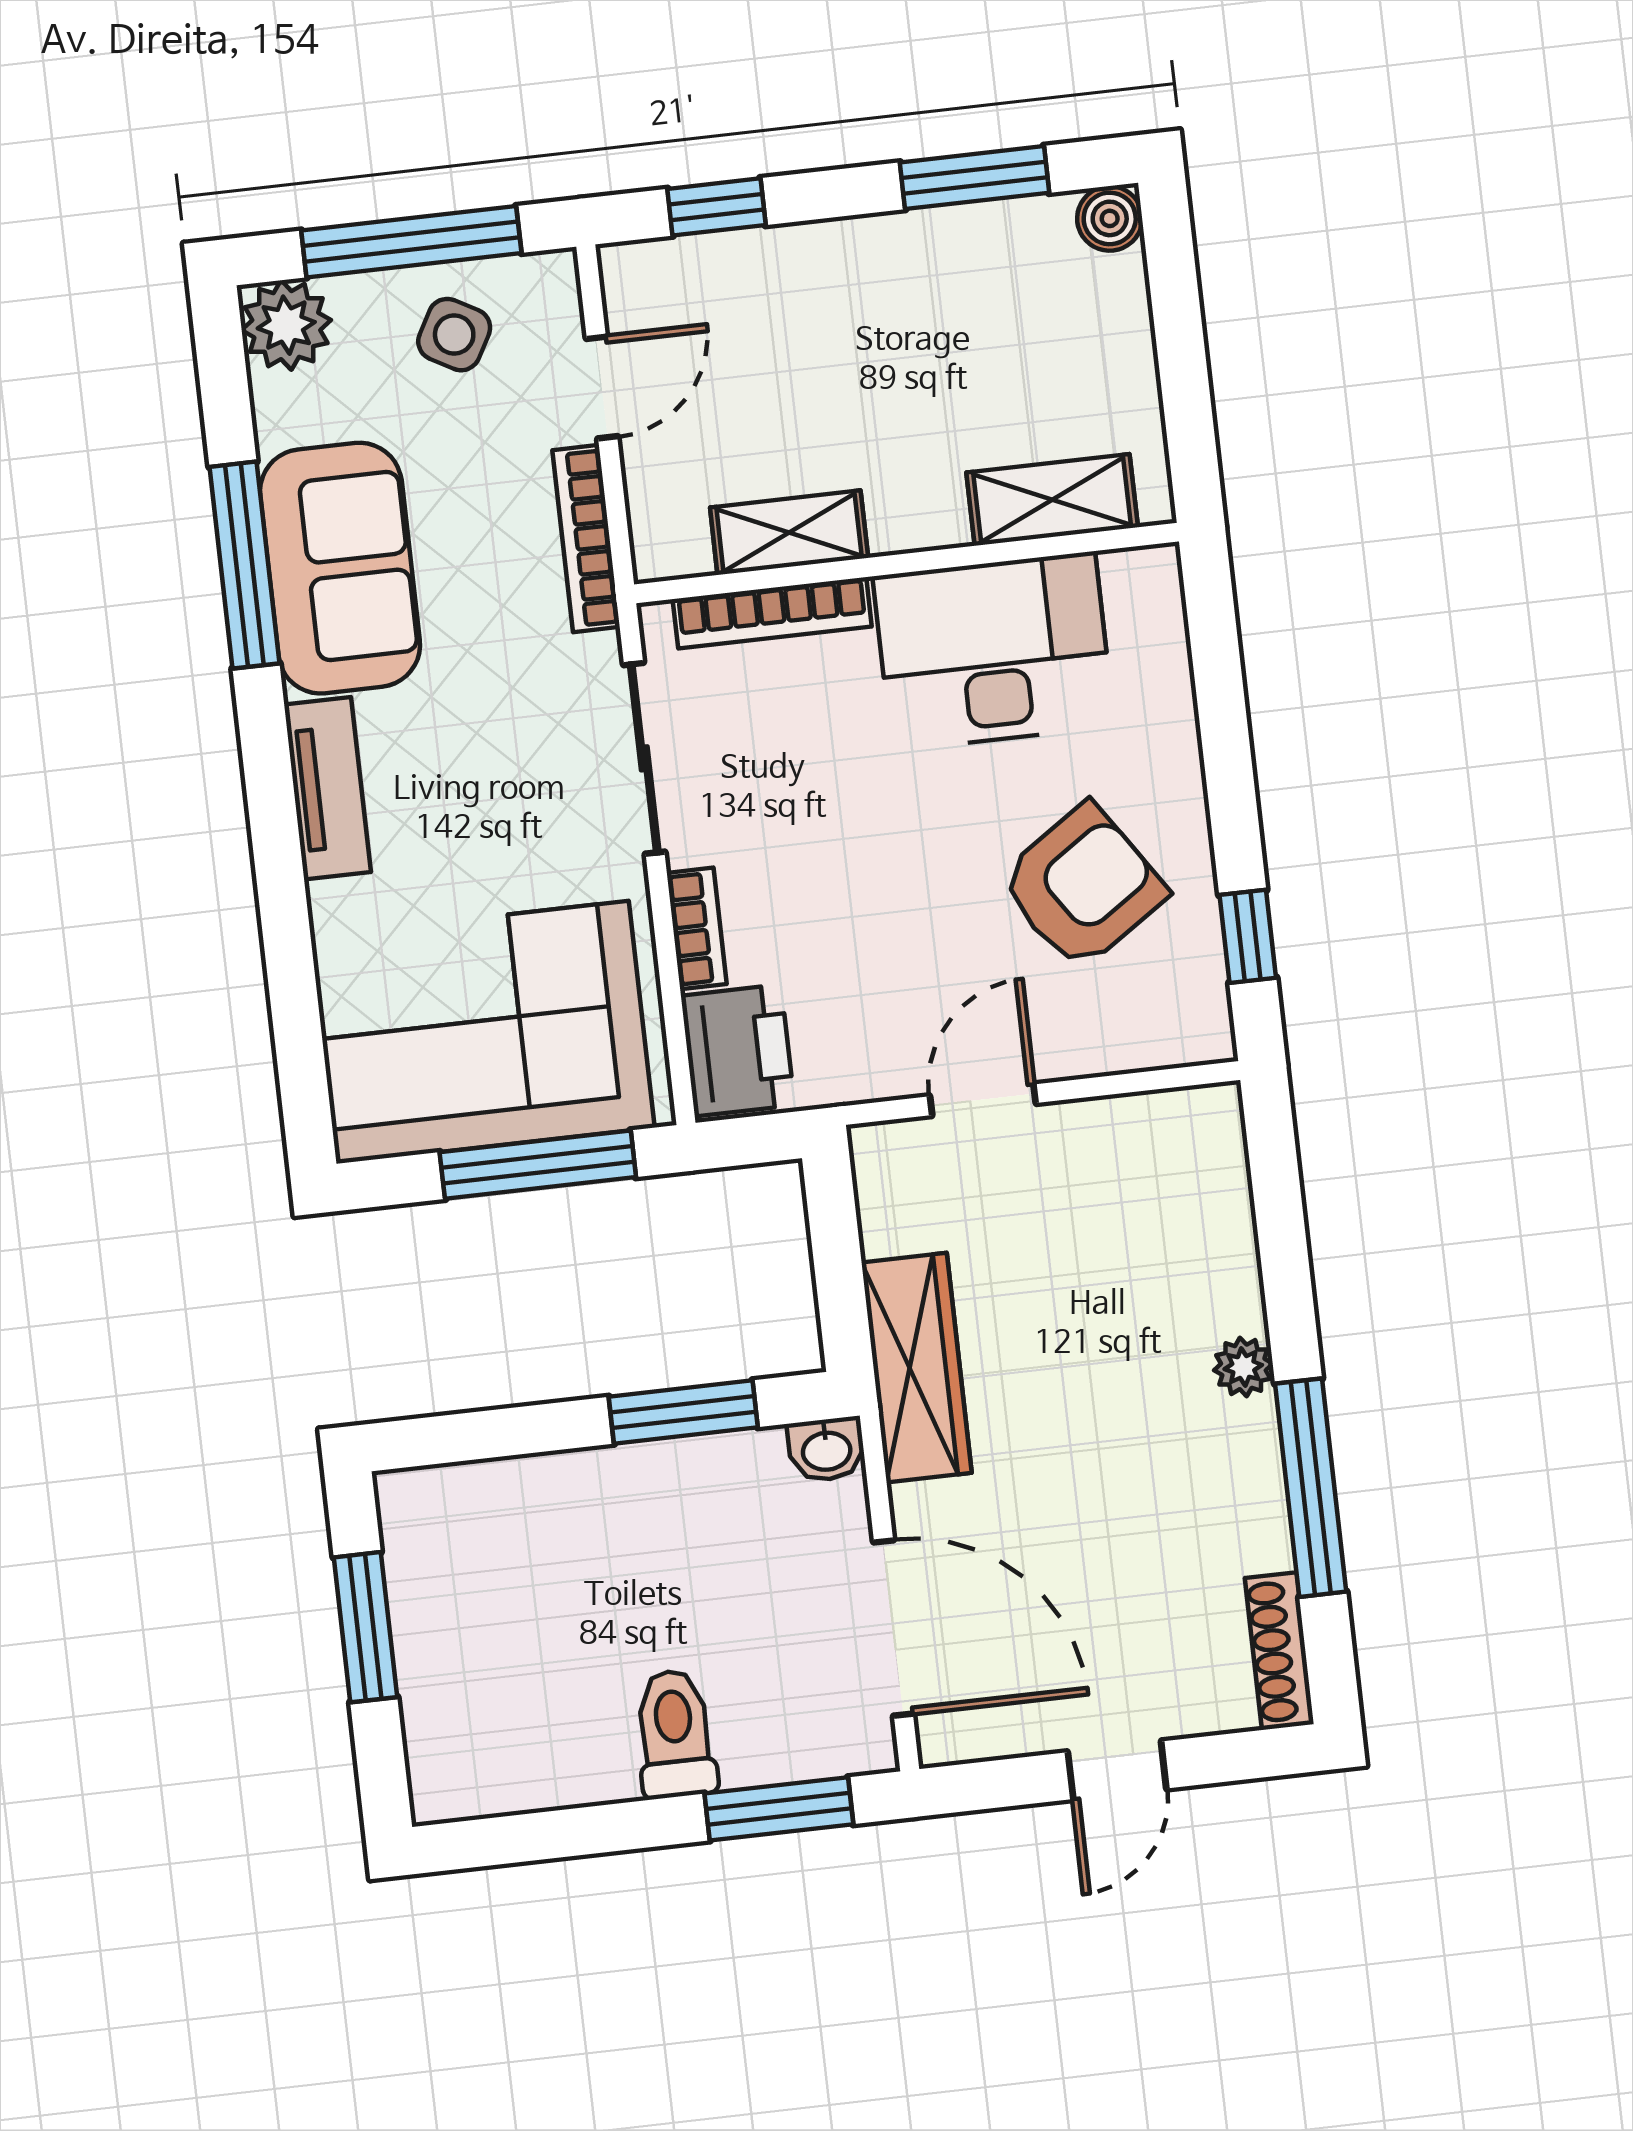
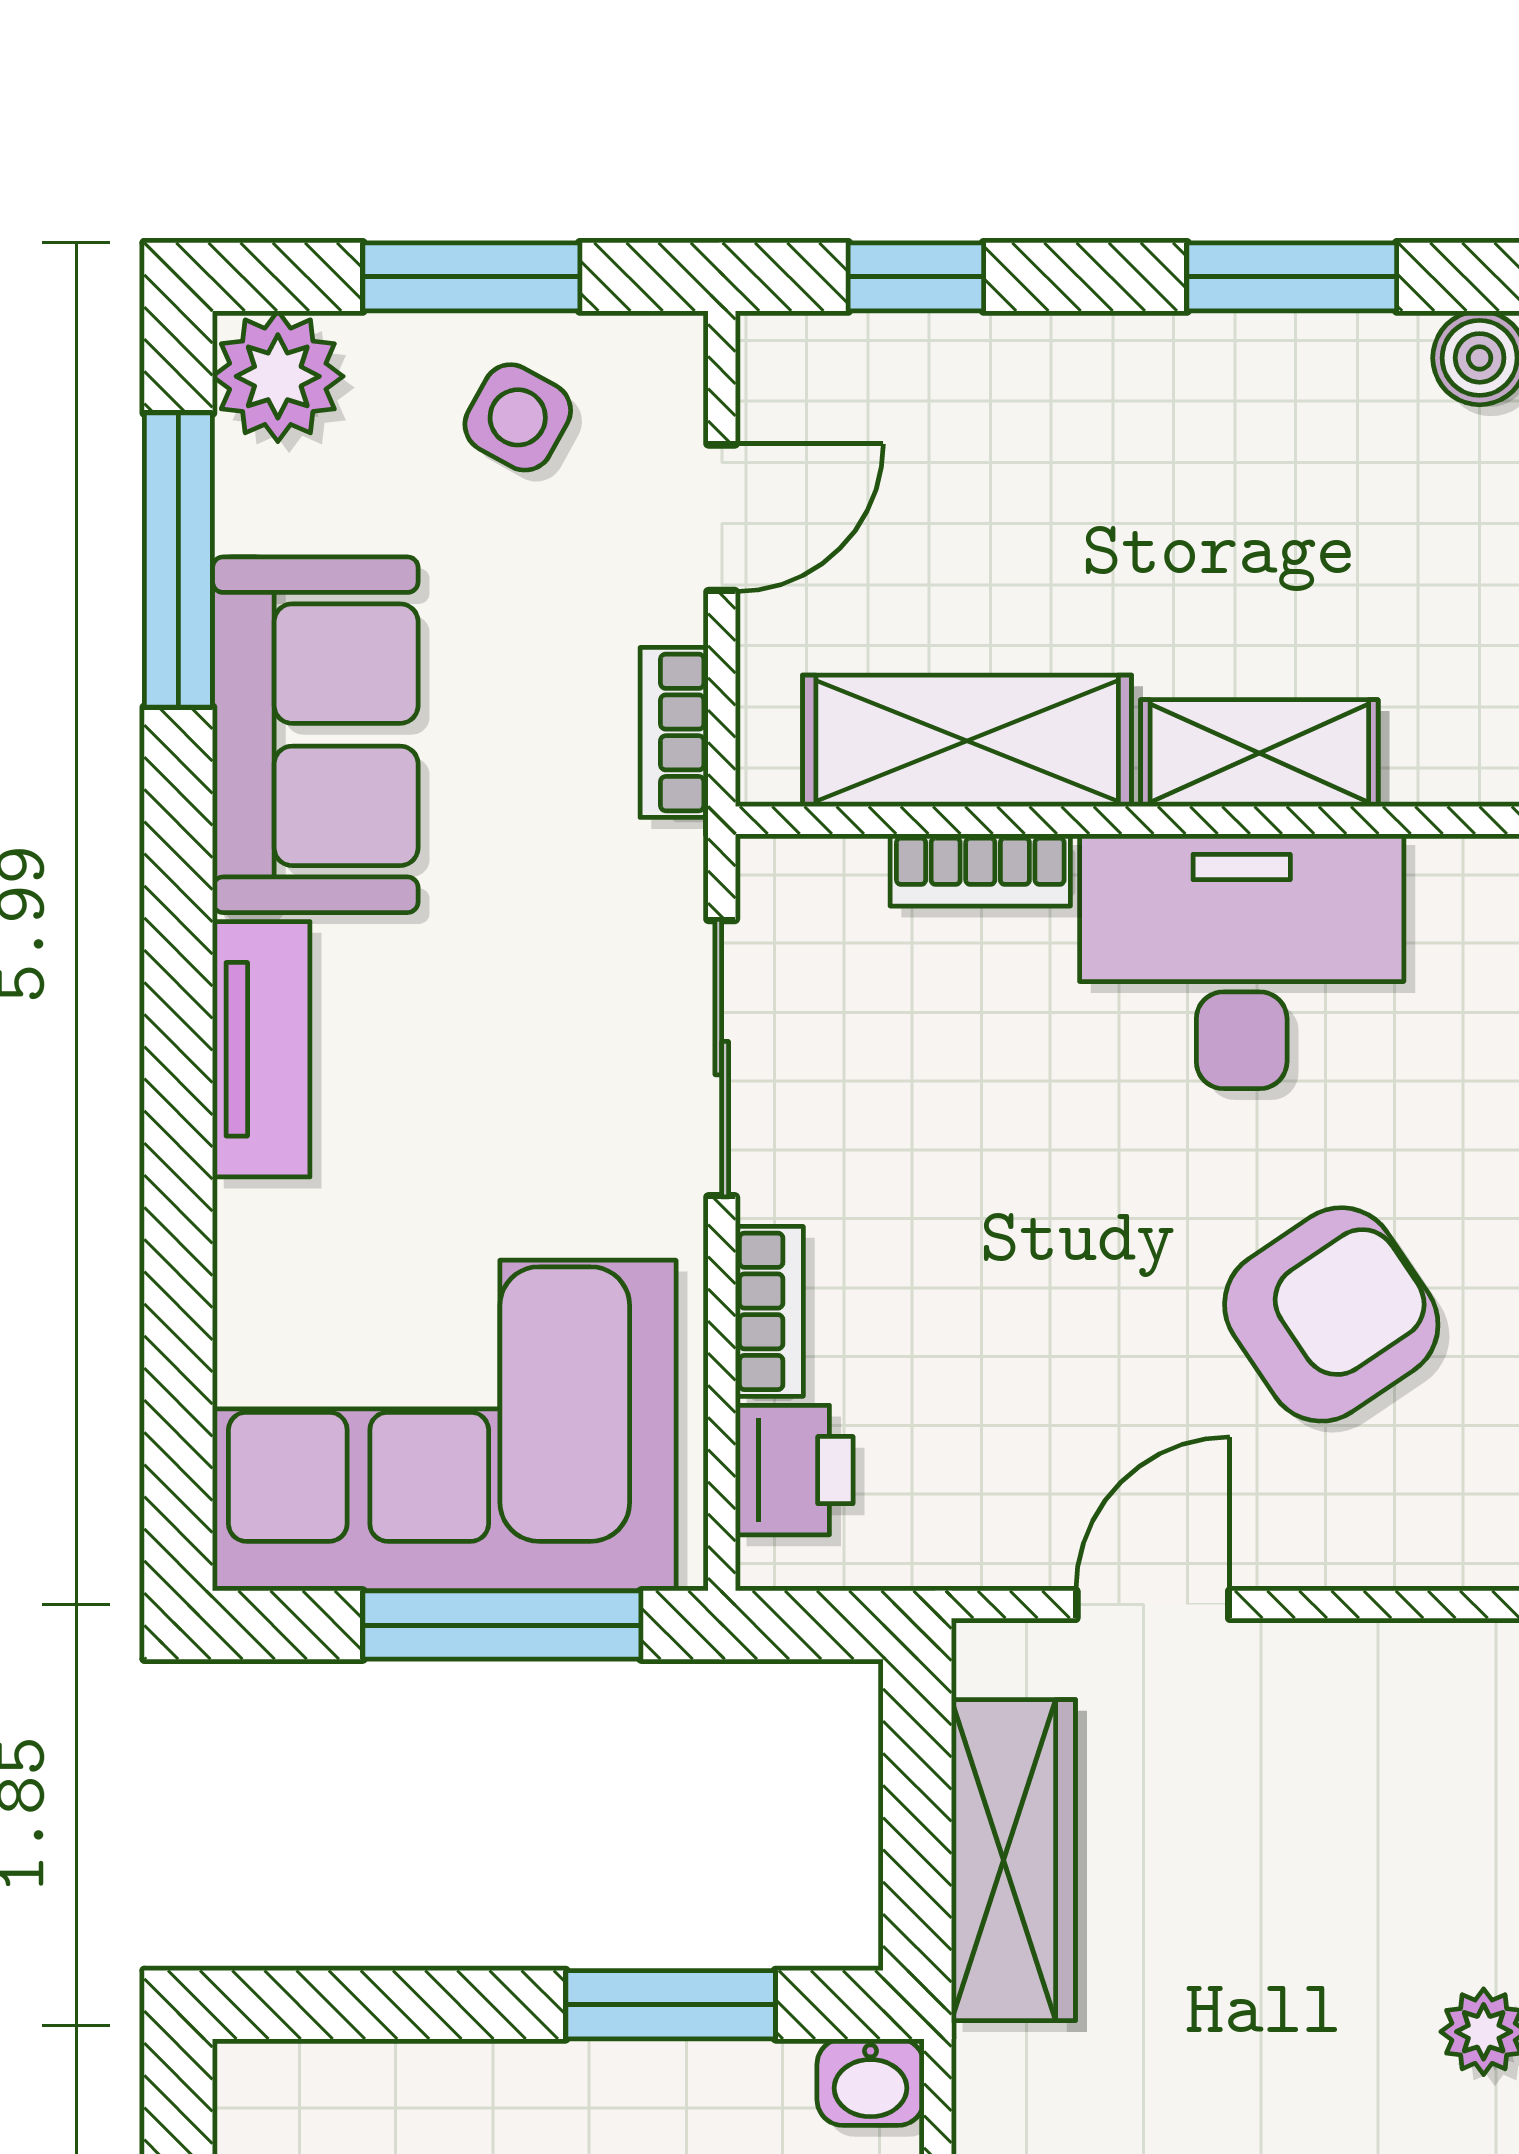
window: (411, 242) -> (471, 277), width x0.69
shelving: (1052, 500) -> (1259, 753), moved
shelving: (789, 533) -> (967, 741), width x1.50, depth x1.33
bookcase: (586, 539) -> (674, 732), width x0.64
window: (244, 565) -> (178, 560), moved
bookcase: (772, 613) -> (980, 870), width x0.64
printer: (738, 1050) -> (794, 1470), width x0.73, depth x0.81
wardrobe: (916, 1368) -> (1013, 1860), moved

